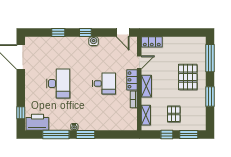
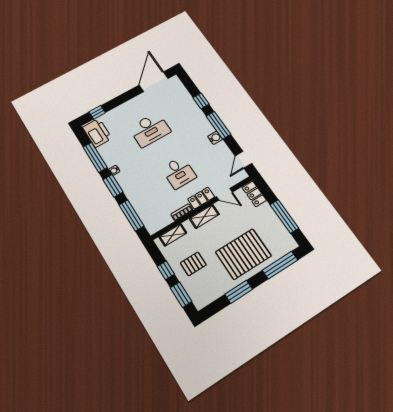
window: (85, 33) -> (219, 125), width x2.17
window: (180, 33) -> (284, 216), added
pallet: (188, 77) -> (243, 254), width x1.37, depth x1.41
window: (115, 134) -> (131, 215), added

